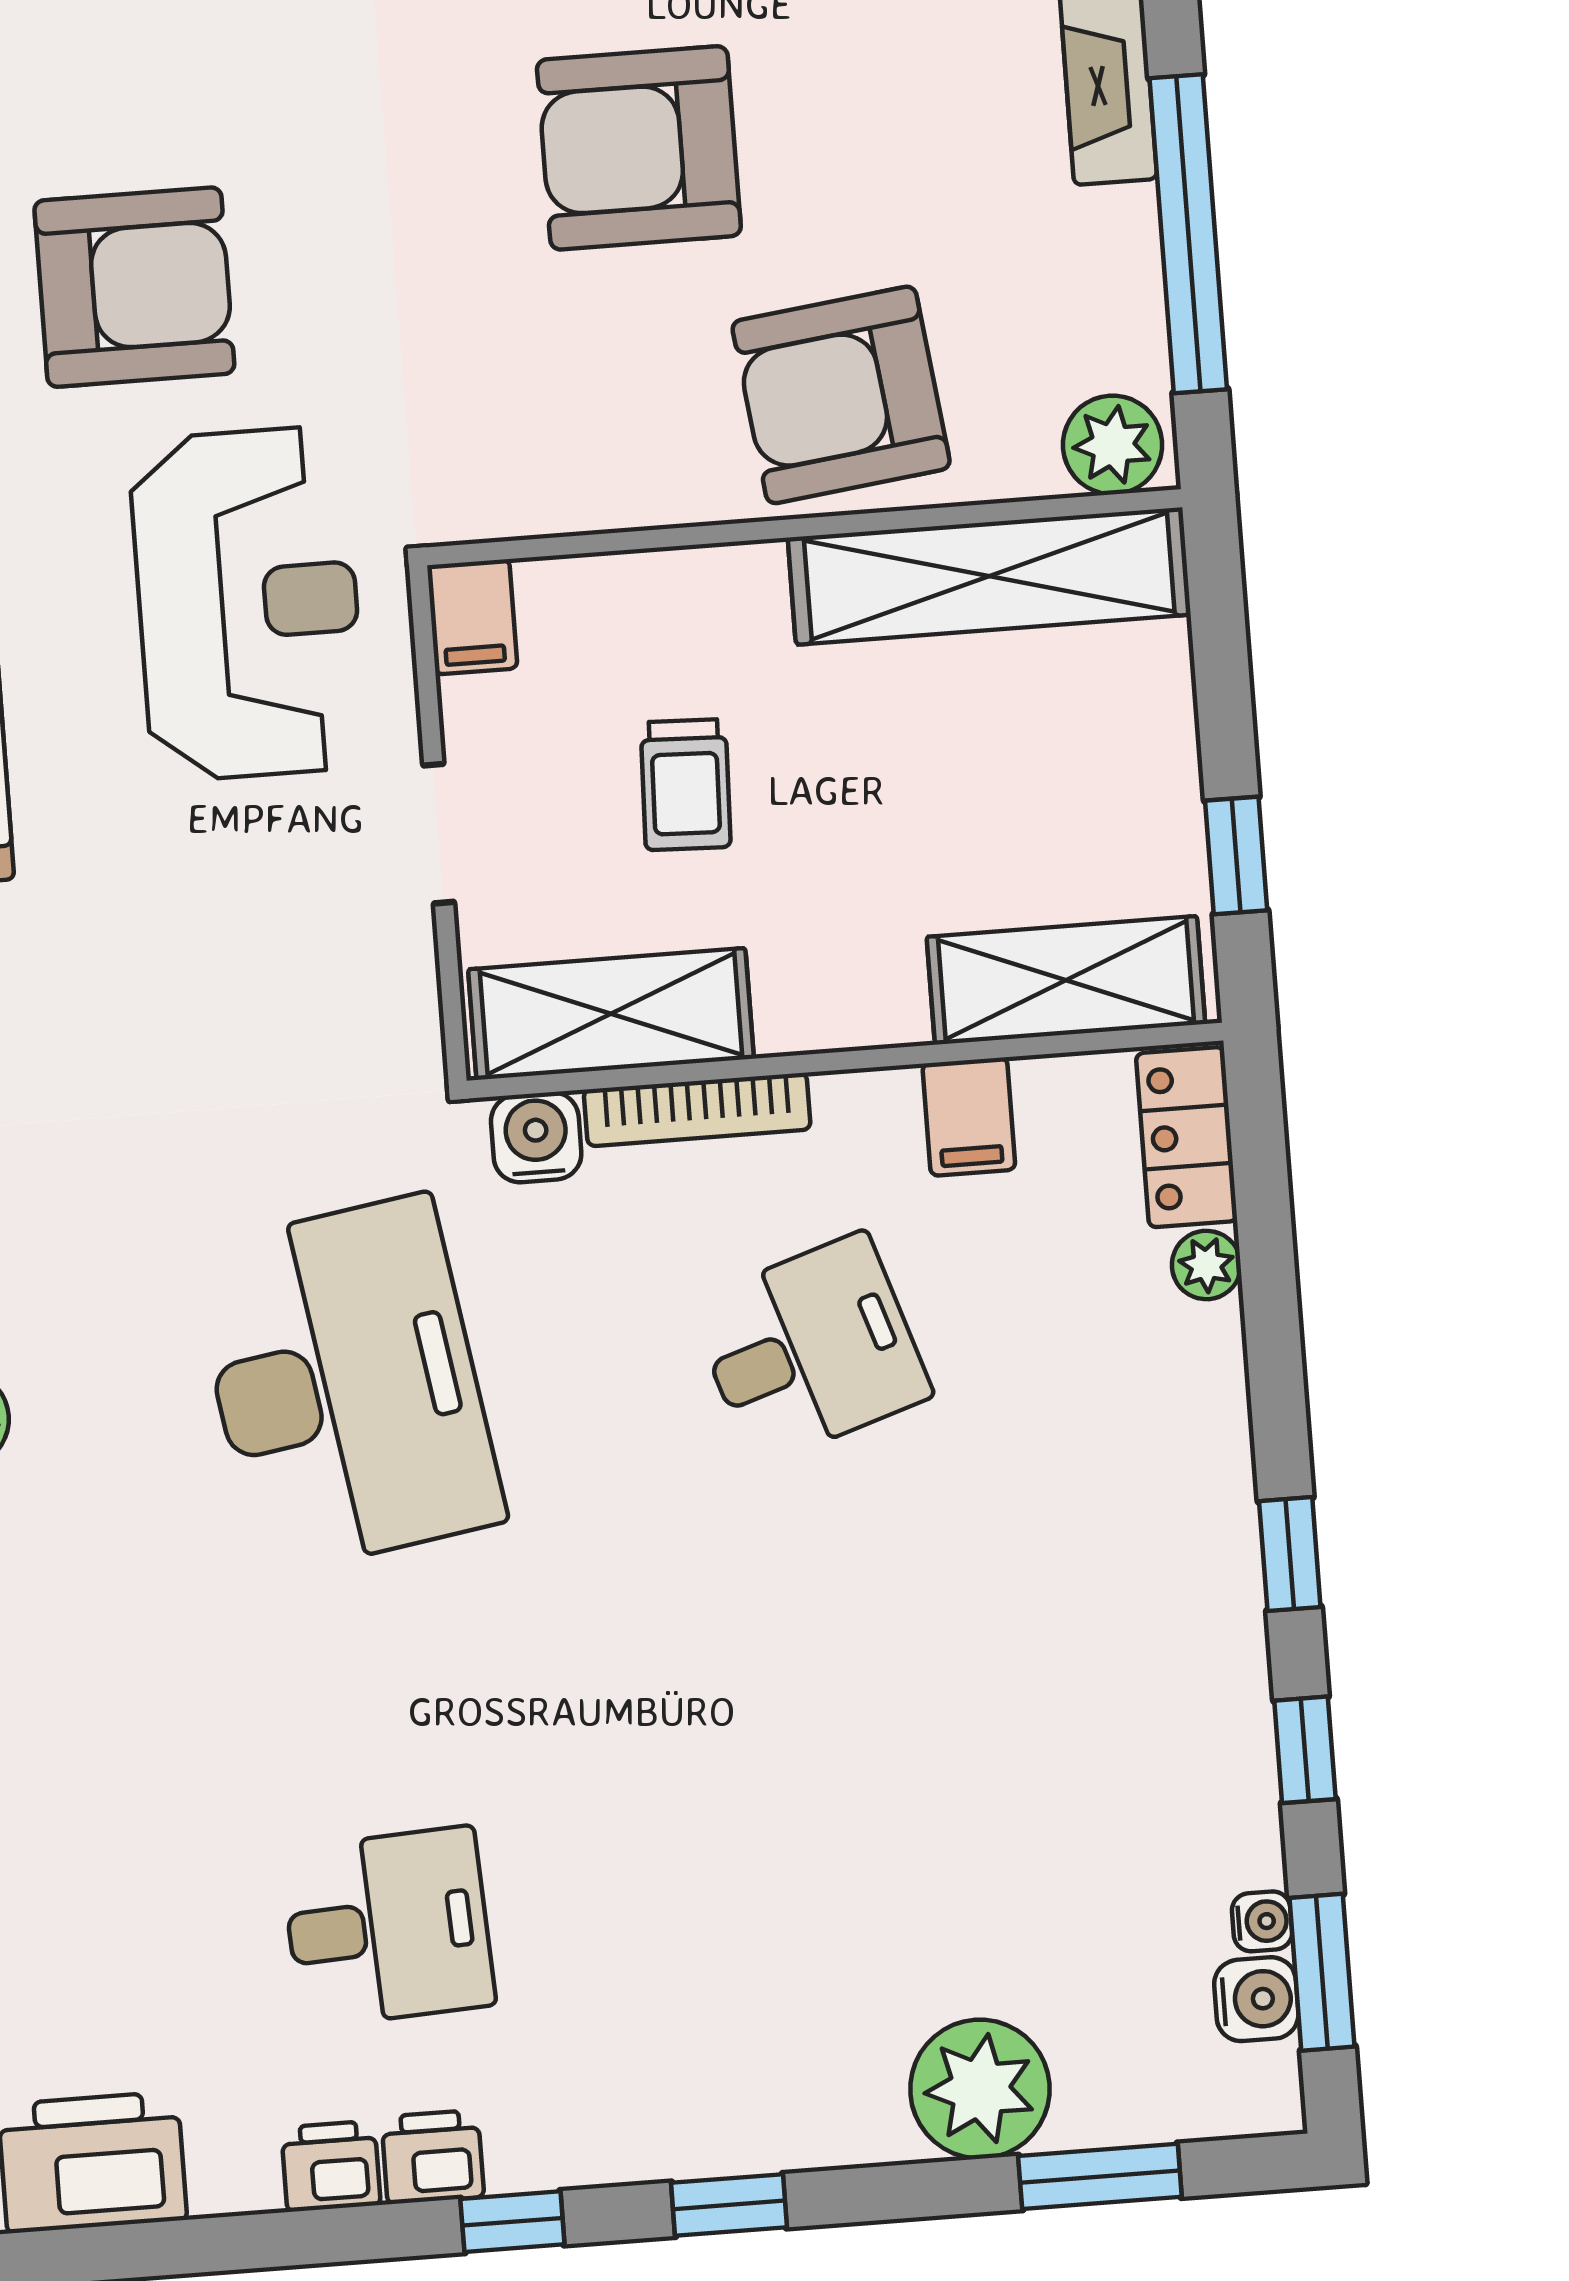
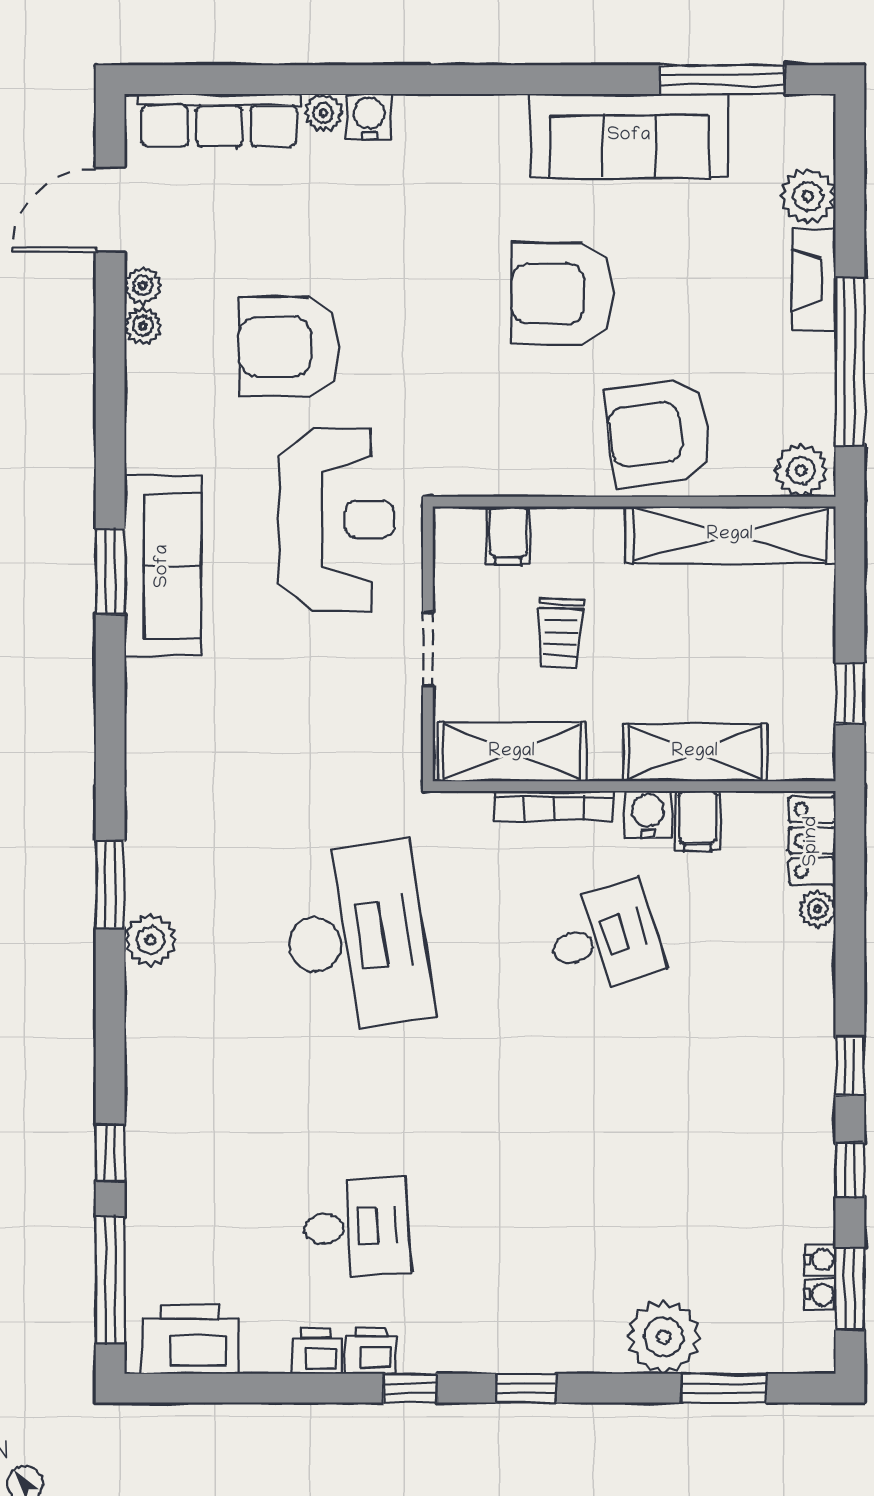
armchair: (134, 287) -> (289, 347), turned 180
filing cabinet: (472, 617) -> (508, 535), moved
shelving: (1066, 980) -> (695, 752), moved
water cooler: (536, 1137) -> (648, 814), moved
water cooler: (1256, 1999) -> (820, 1295), width x0.72, depth x0.72

